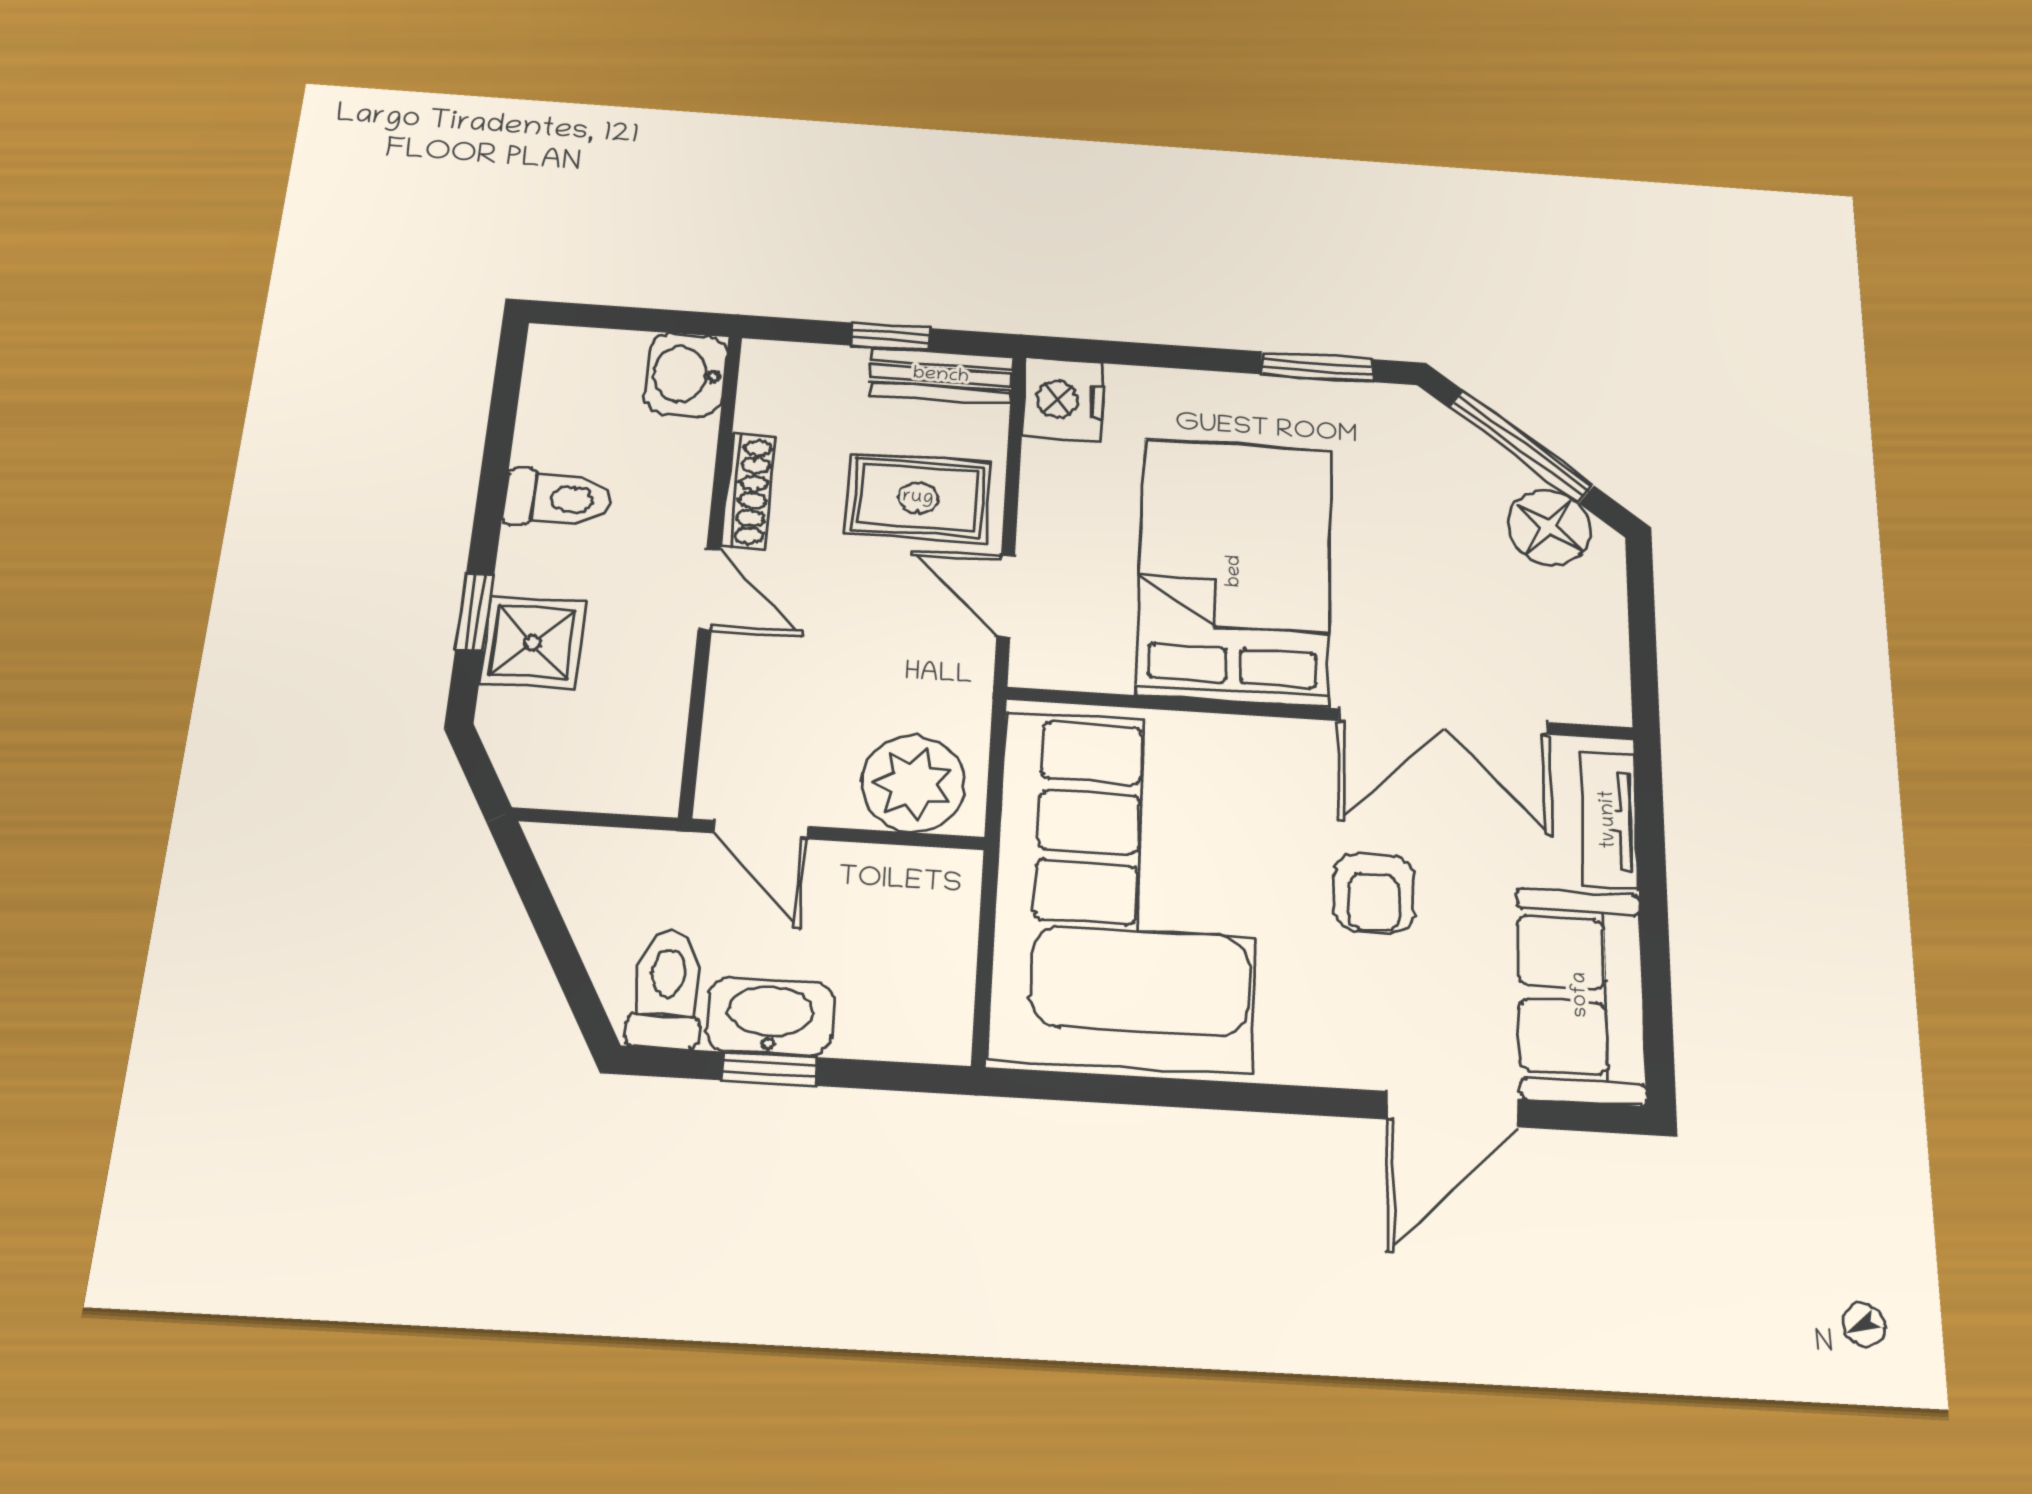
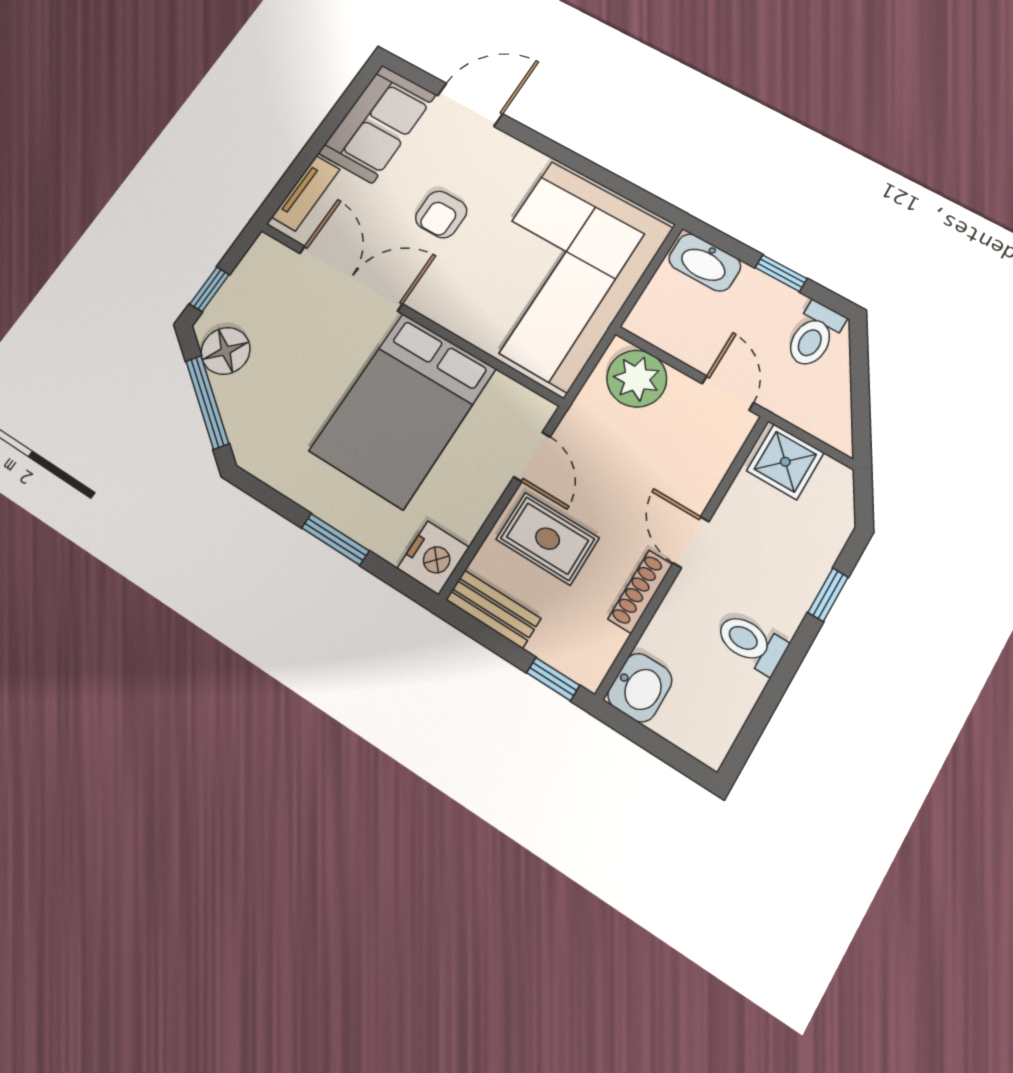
window: (891, 337) -> (553, 679), moved
window: (1317, 367) -> (335, 539), moved
window: (1641, 602) -> (209, 289), added
shower: (533, 643) -> (785, 462), moved
armchair: (1374, 893) -> (441, 214), turned 180
washbasin: (770, 1017) -> (705, 262), moved

